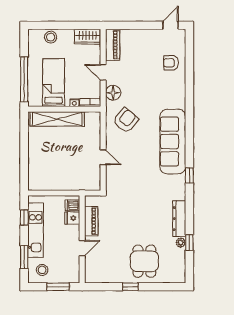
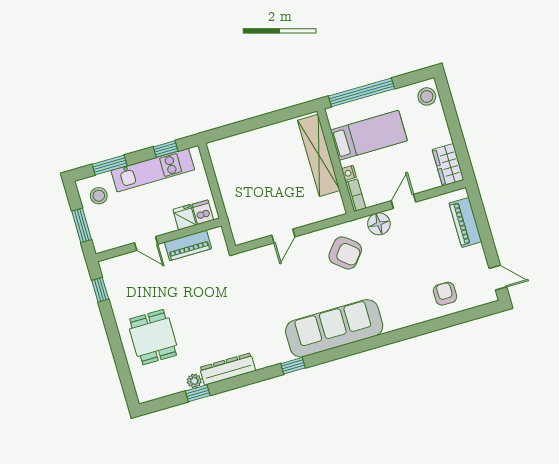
stool: (51, 37) -> (427, 96), moved
piano: (113, 45) -> (465, 222), moved, turned 90
dining table: (144, 261) -> (153, 337), turned 90
window: (130, 287) -> (100, 290), moved

